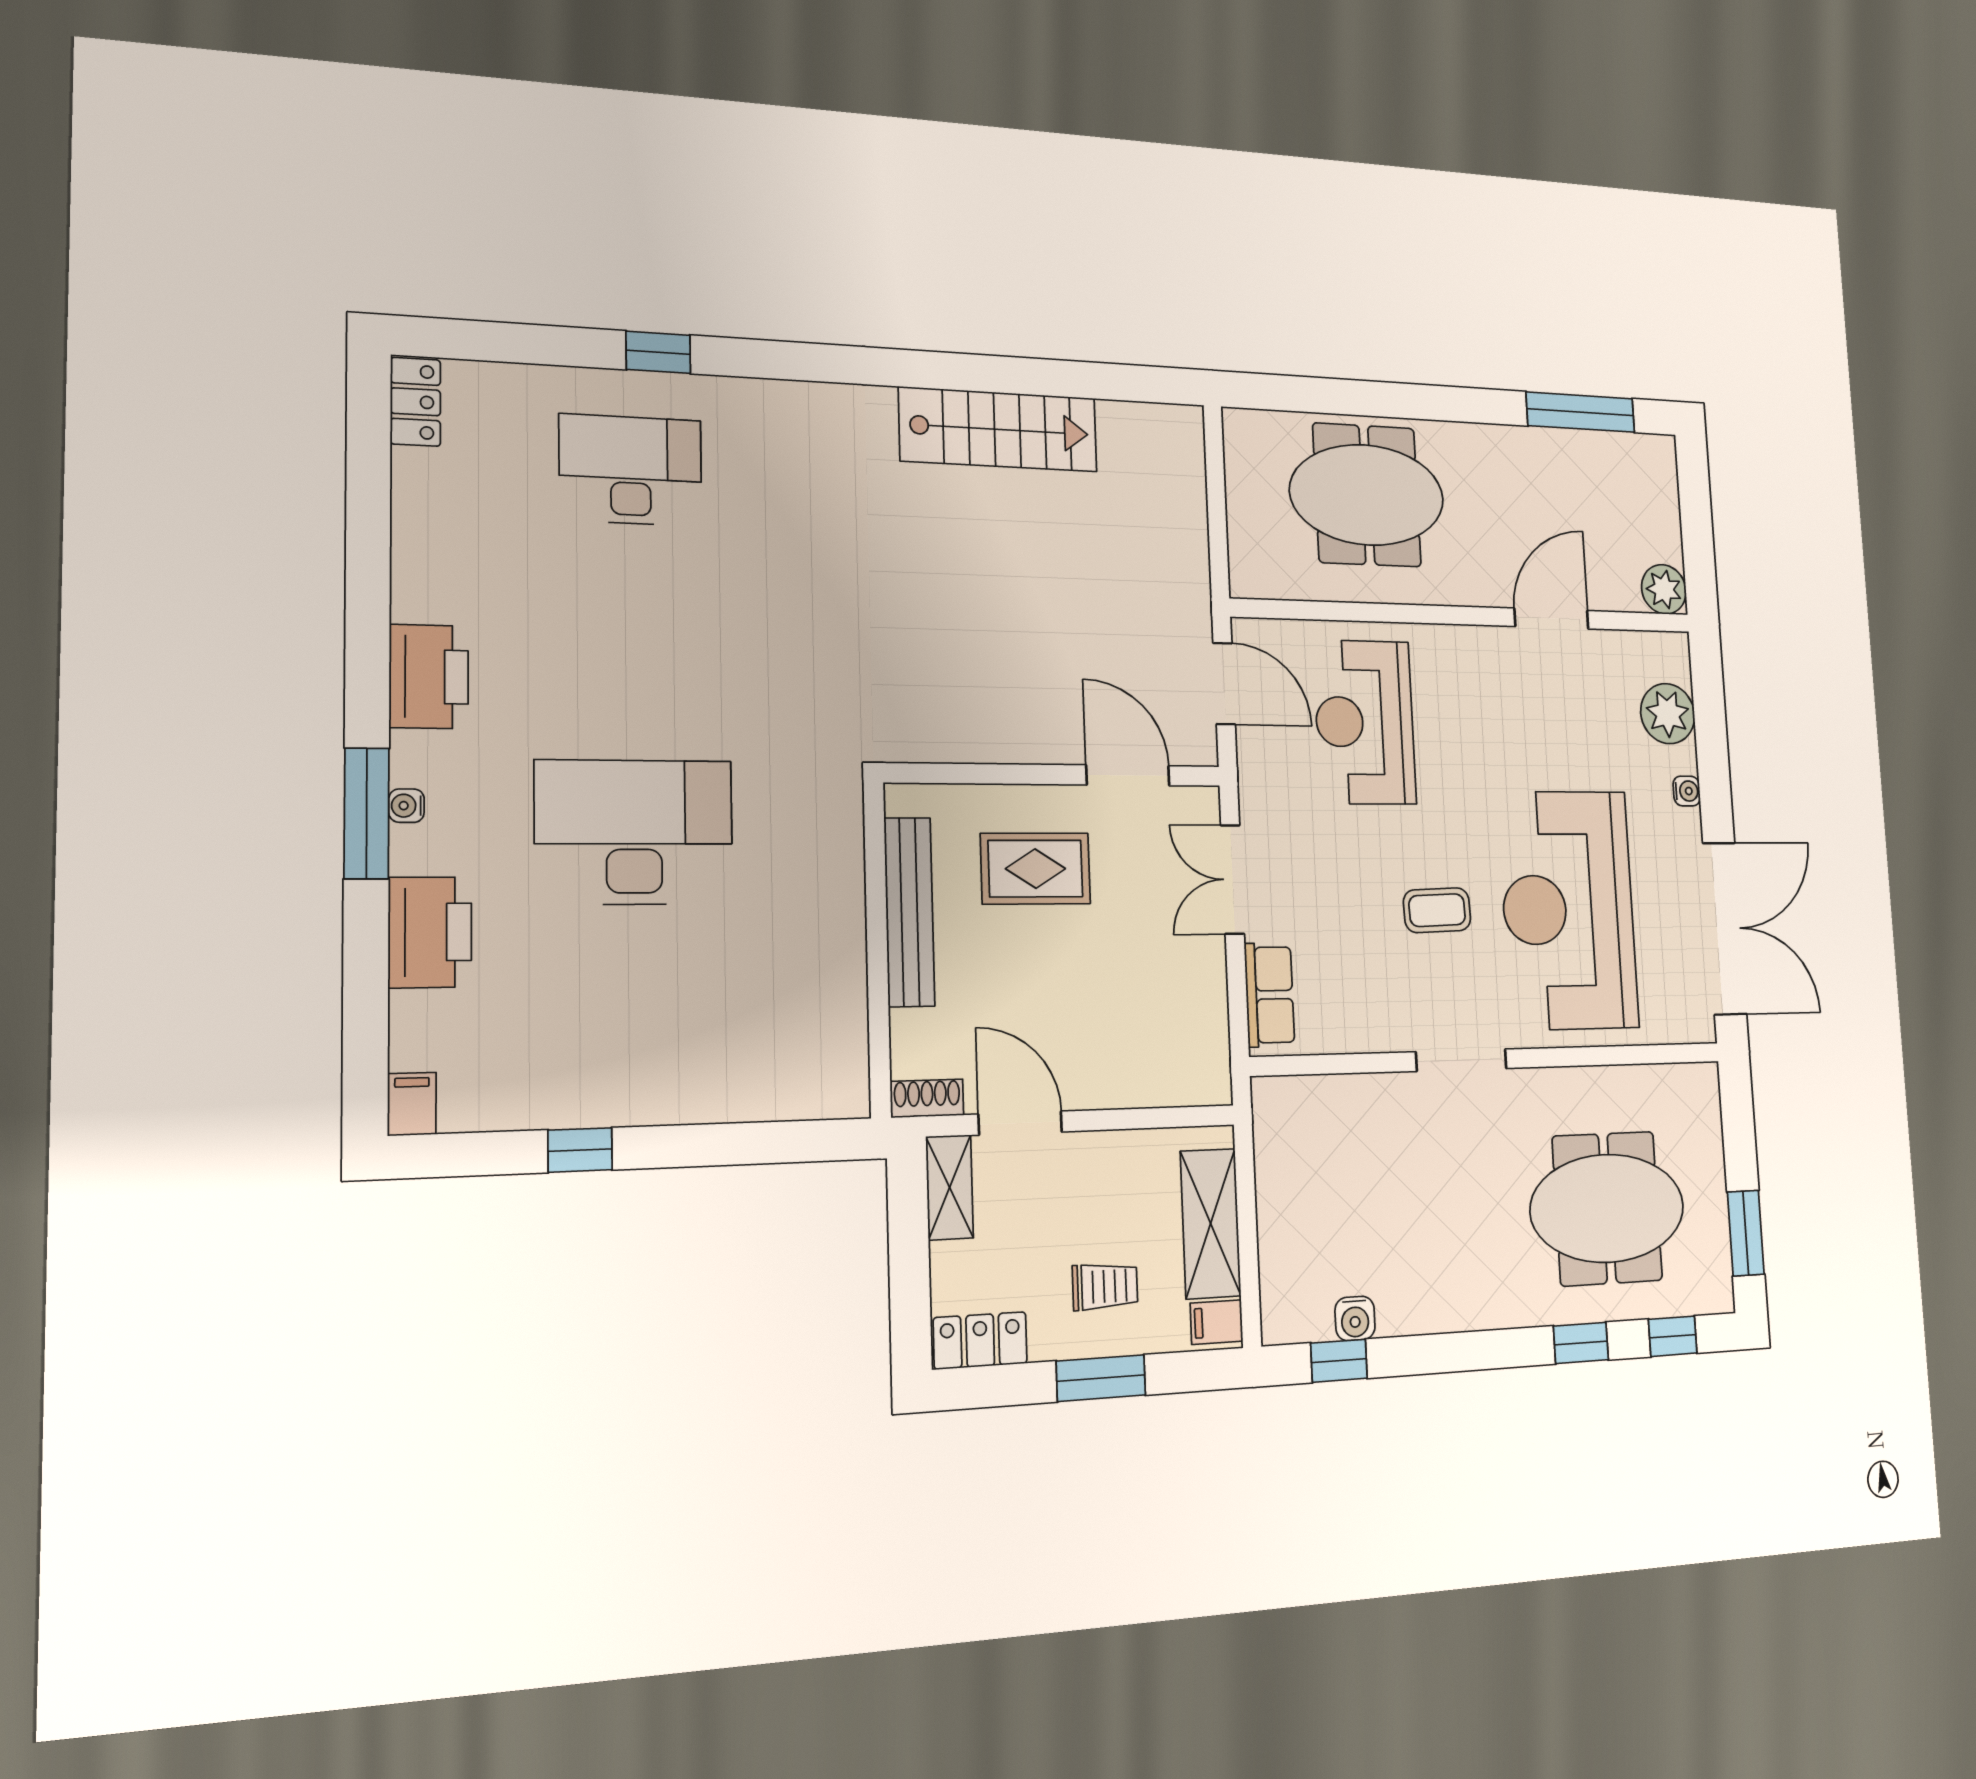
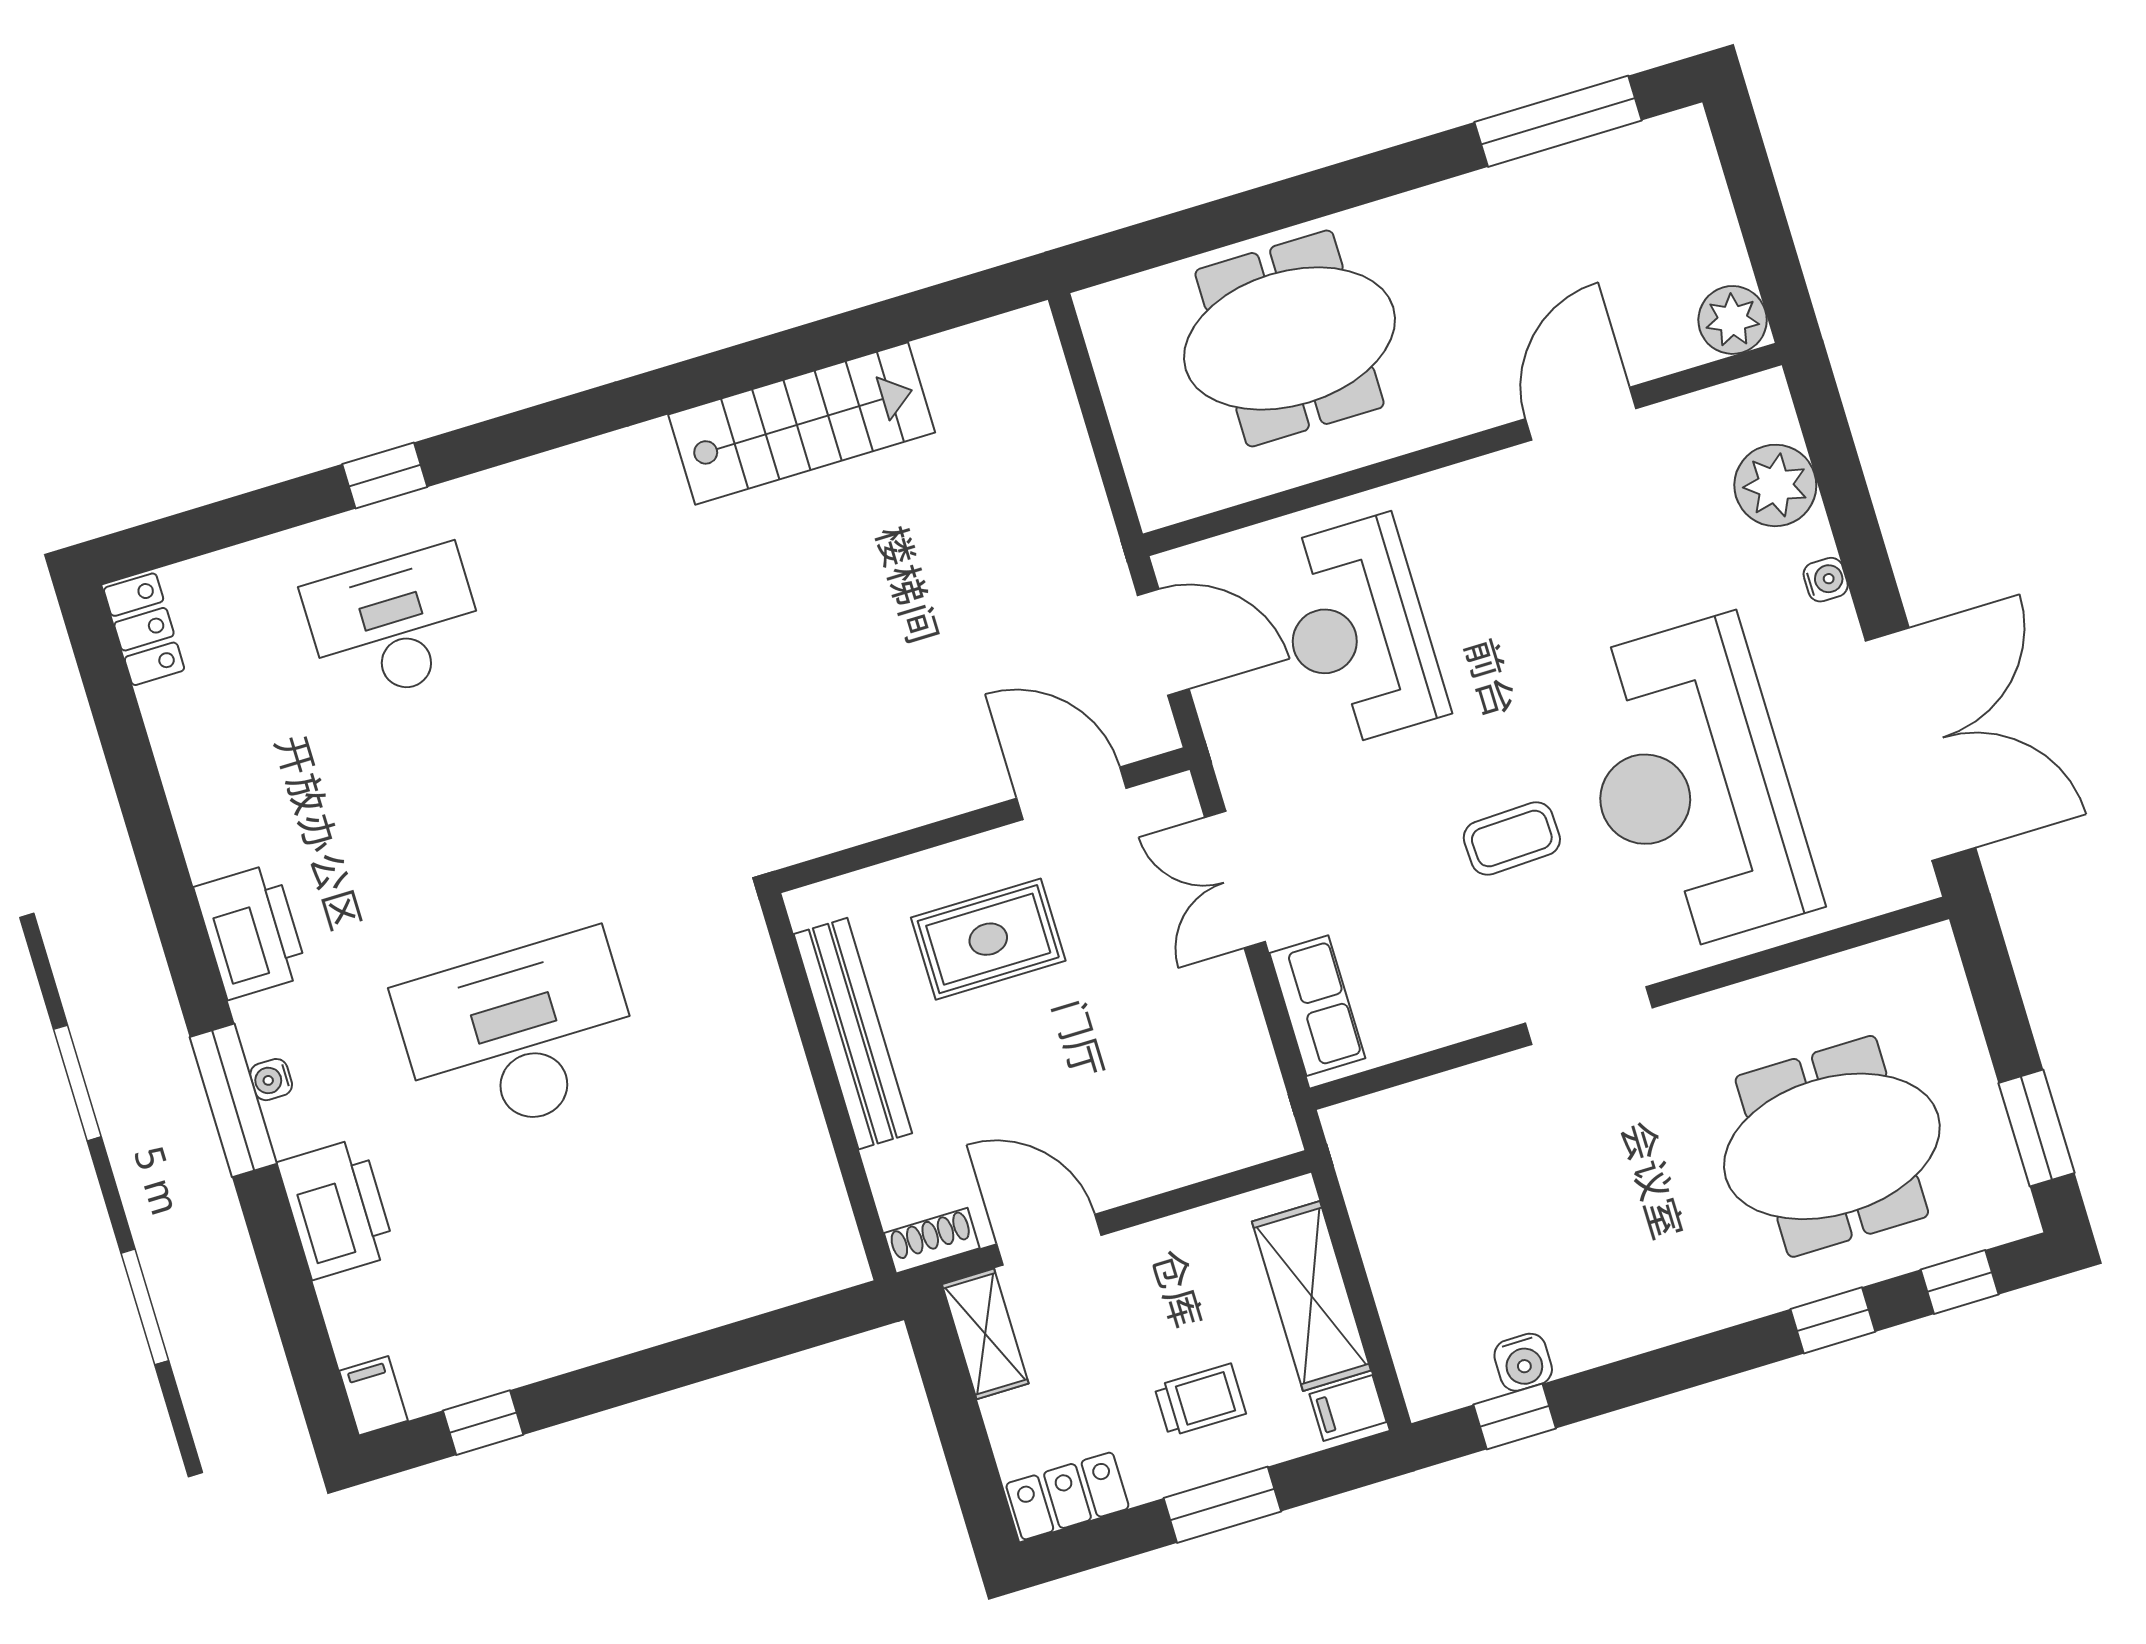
window: (580, 1150) -> (483, 1423), moved

